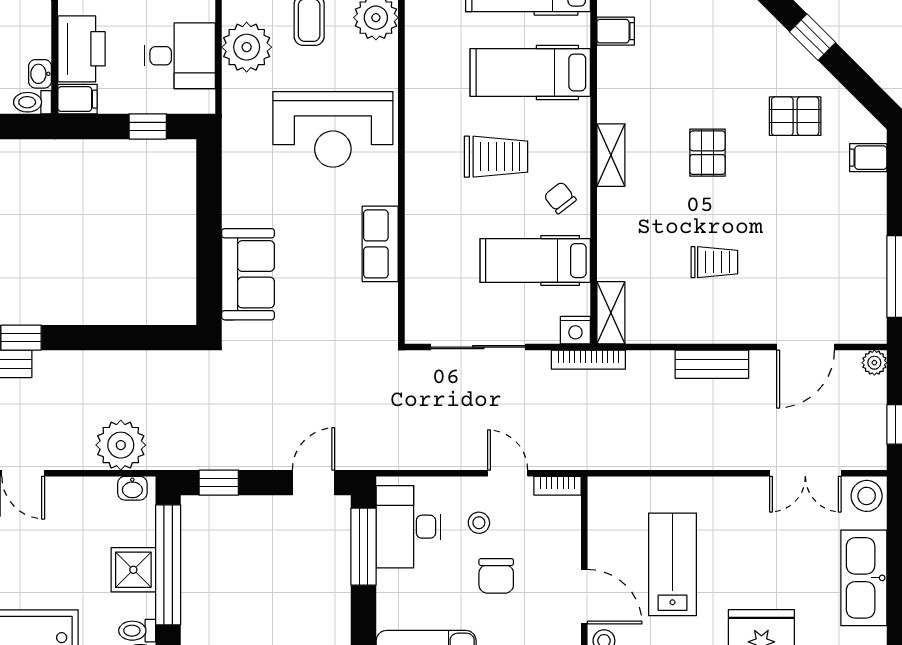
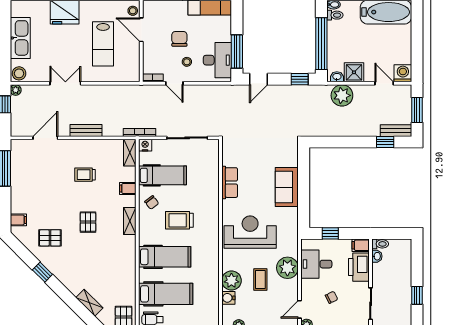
filing cabinet: (616, 31) -> (128, 189), moved
sofa: (248, 274) -> (287, 187), moved
plant: (874, 363) -> (16, 90), moved
double door: (805, 473) -> (65, 83), moved
shower: (133, 570) -> (354, 72), moved

